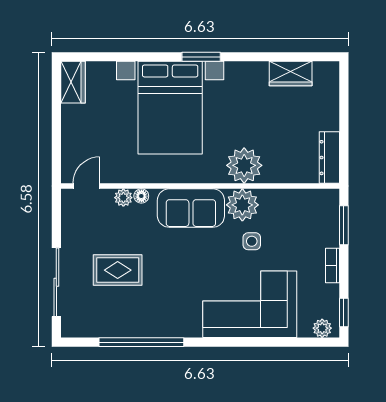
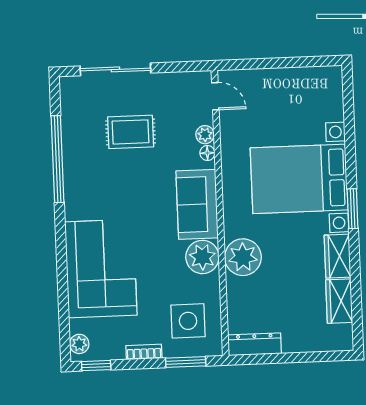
wardrobe: (73, 82) -> (337, 256), moved, turned 90
side table: (252, 241) -> (188, 321), moved, width x1.87, depth x1.87
rug: (118, 270) -> (131, 132), turned 90

